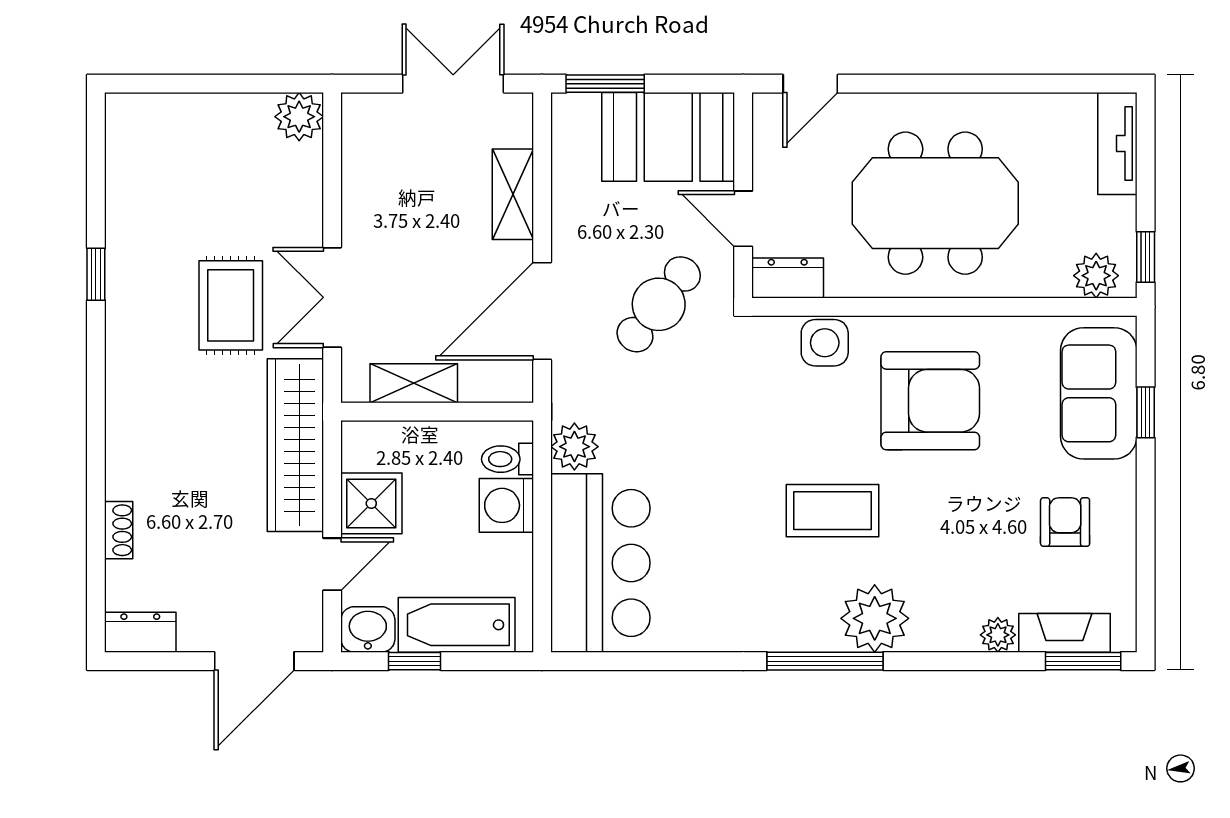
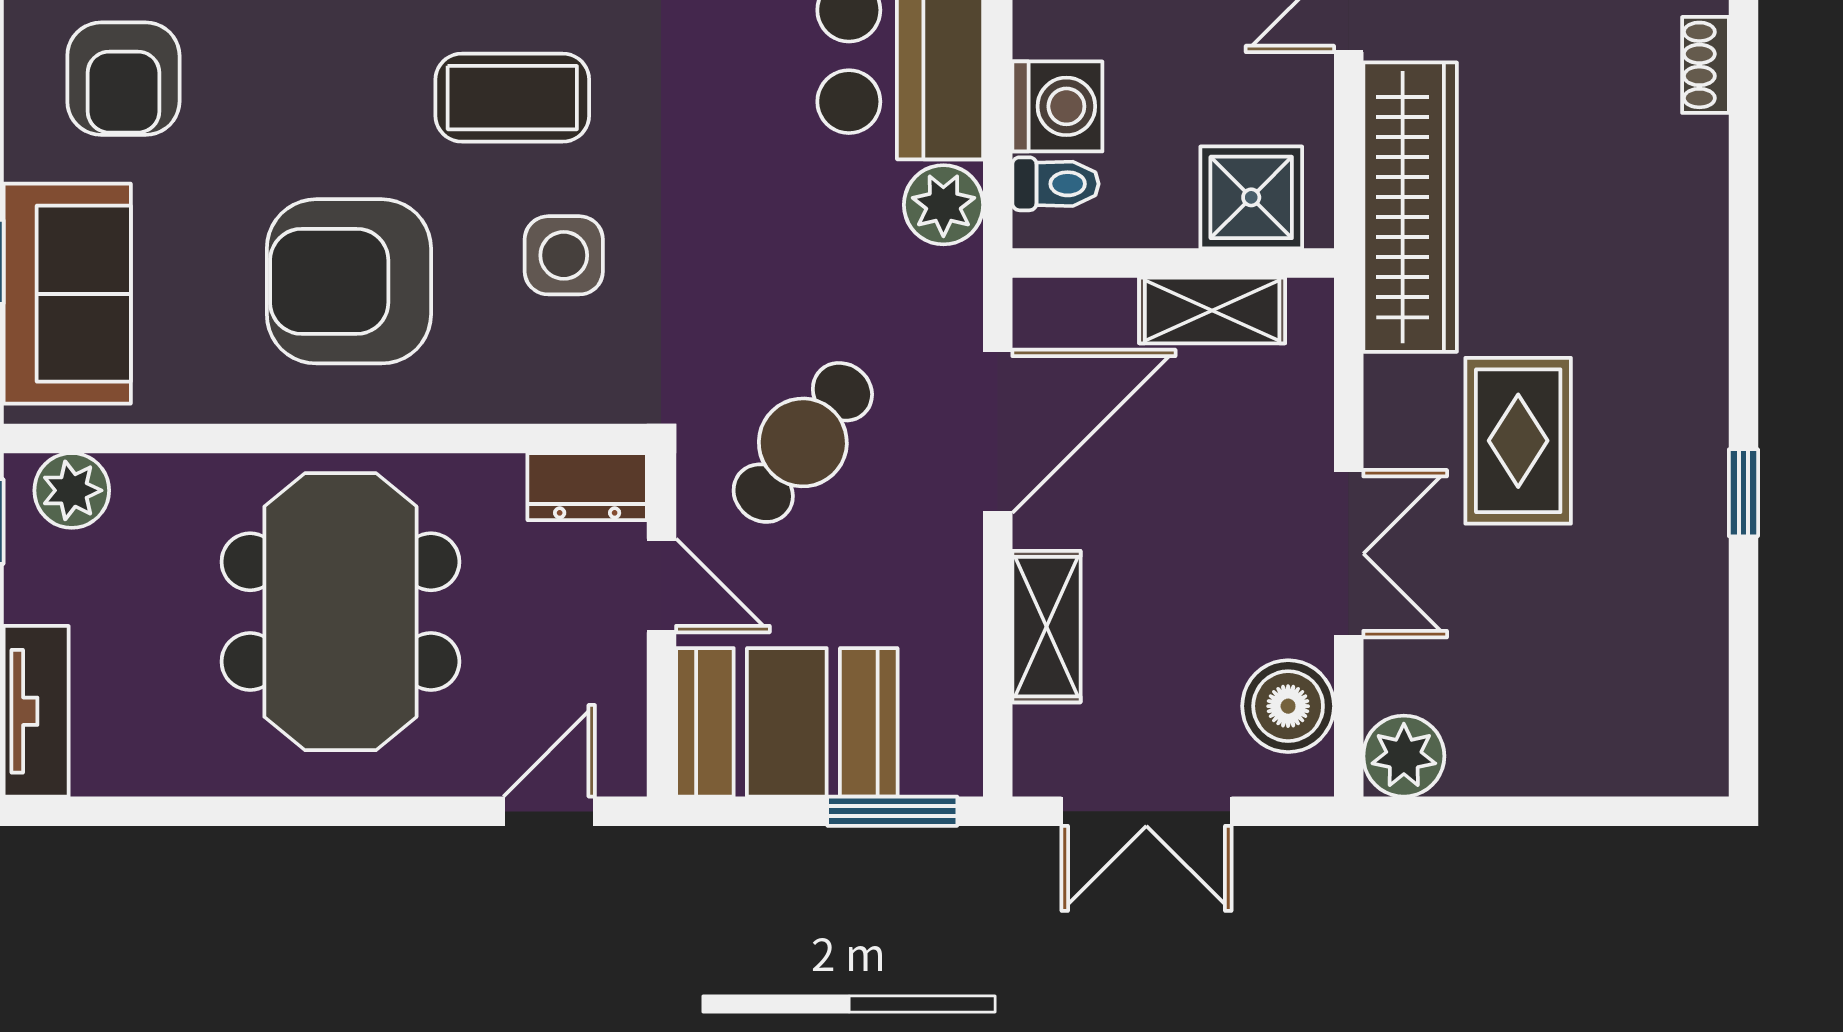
boiler: (368, 147) -> (1288, 706), added
meeting table: (935, 203) -> (340, 612), turned 90
double door: (332, 297) -> (1349, 554), moved
side table: (825, 343) -> (564, 255), moved
shower: (371, 503) -> (1251, 197), moved
armchair: (1065, 522) -> (123, 79), width x1.38, depth x1.38

